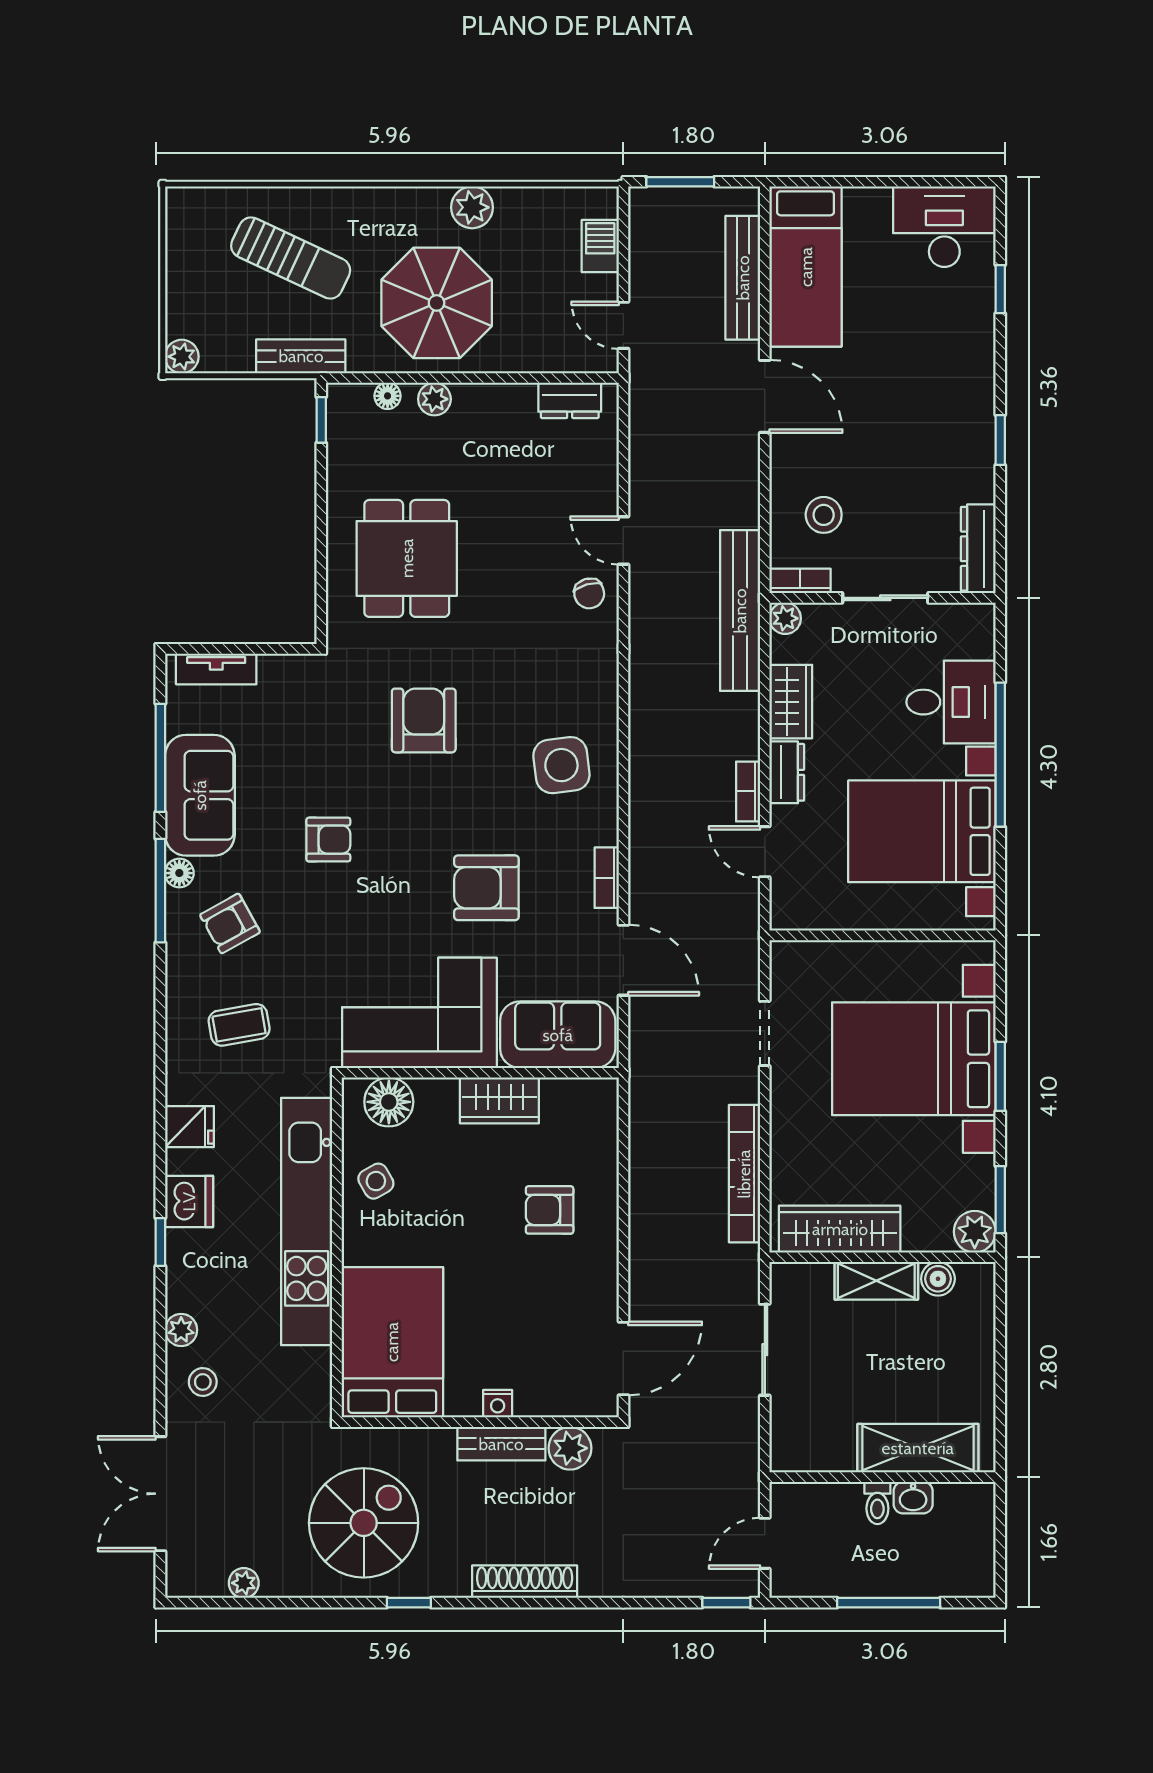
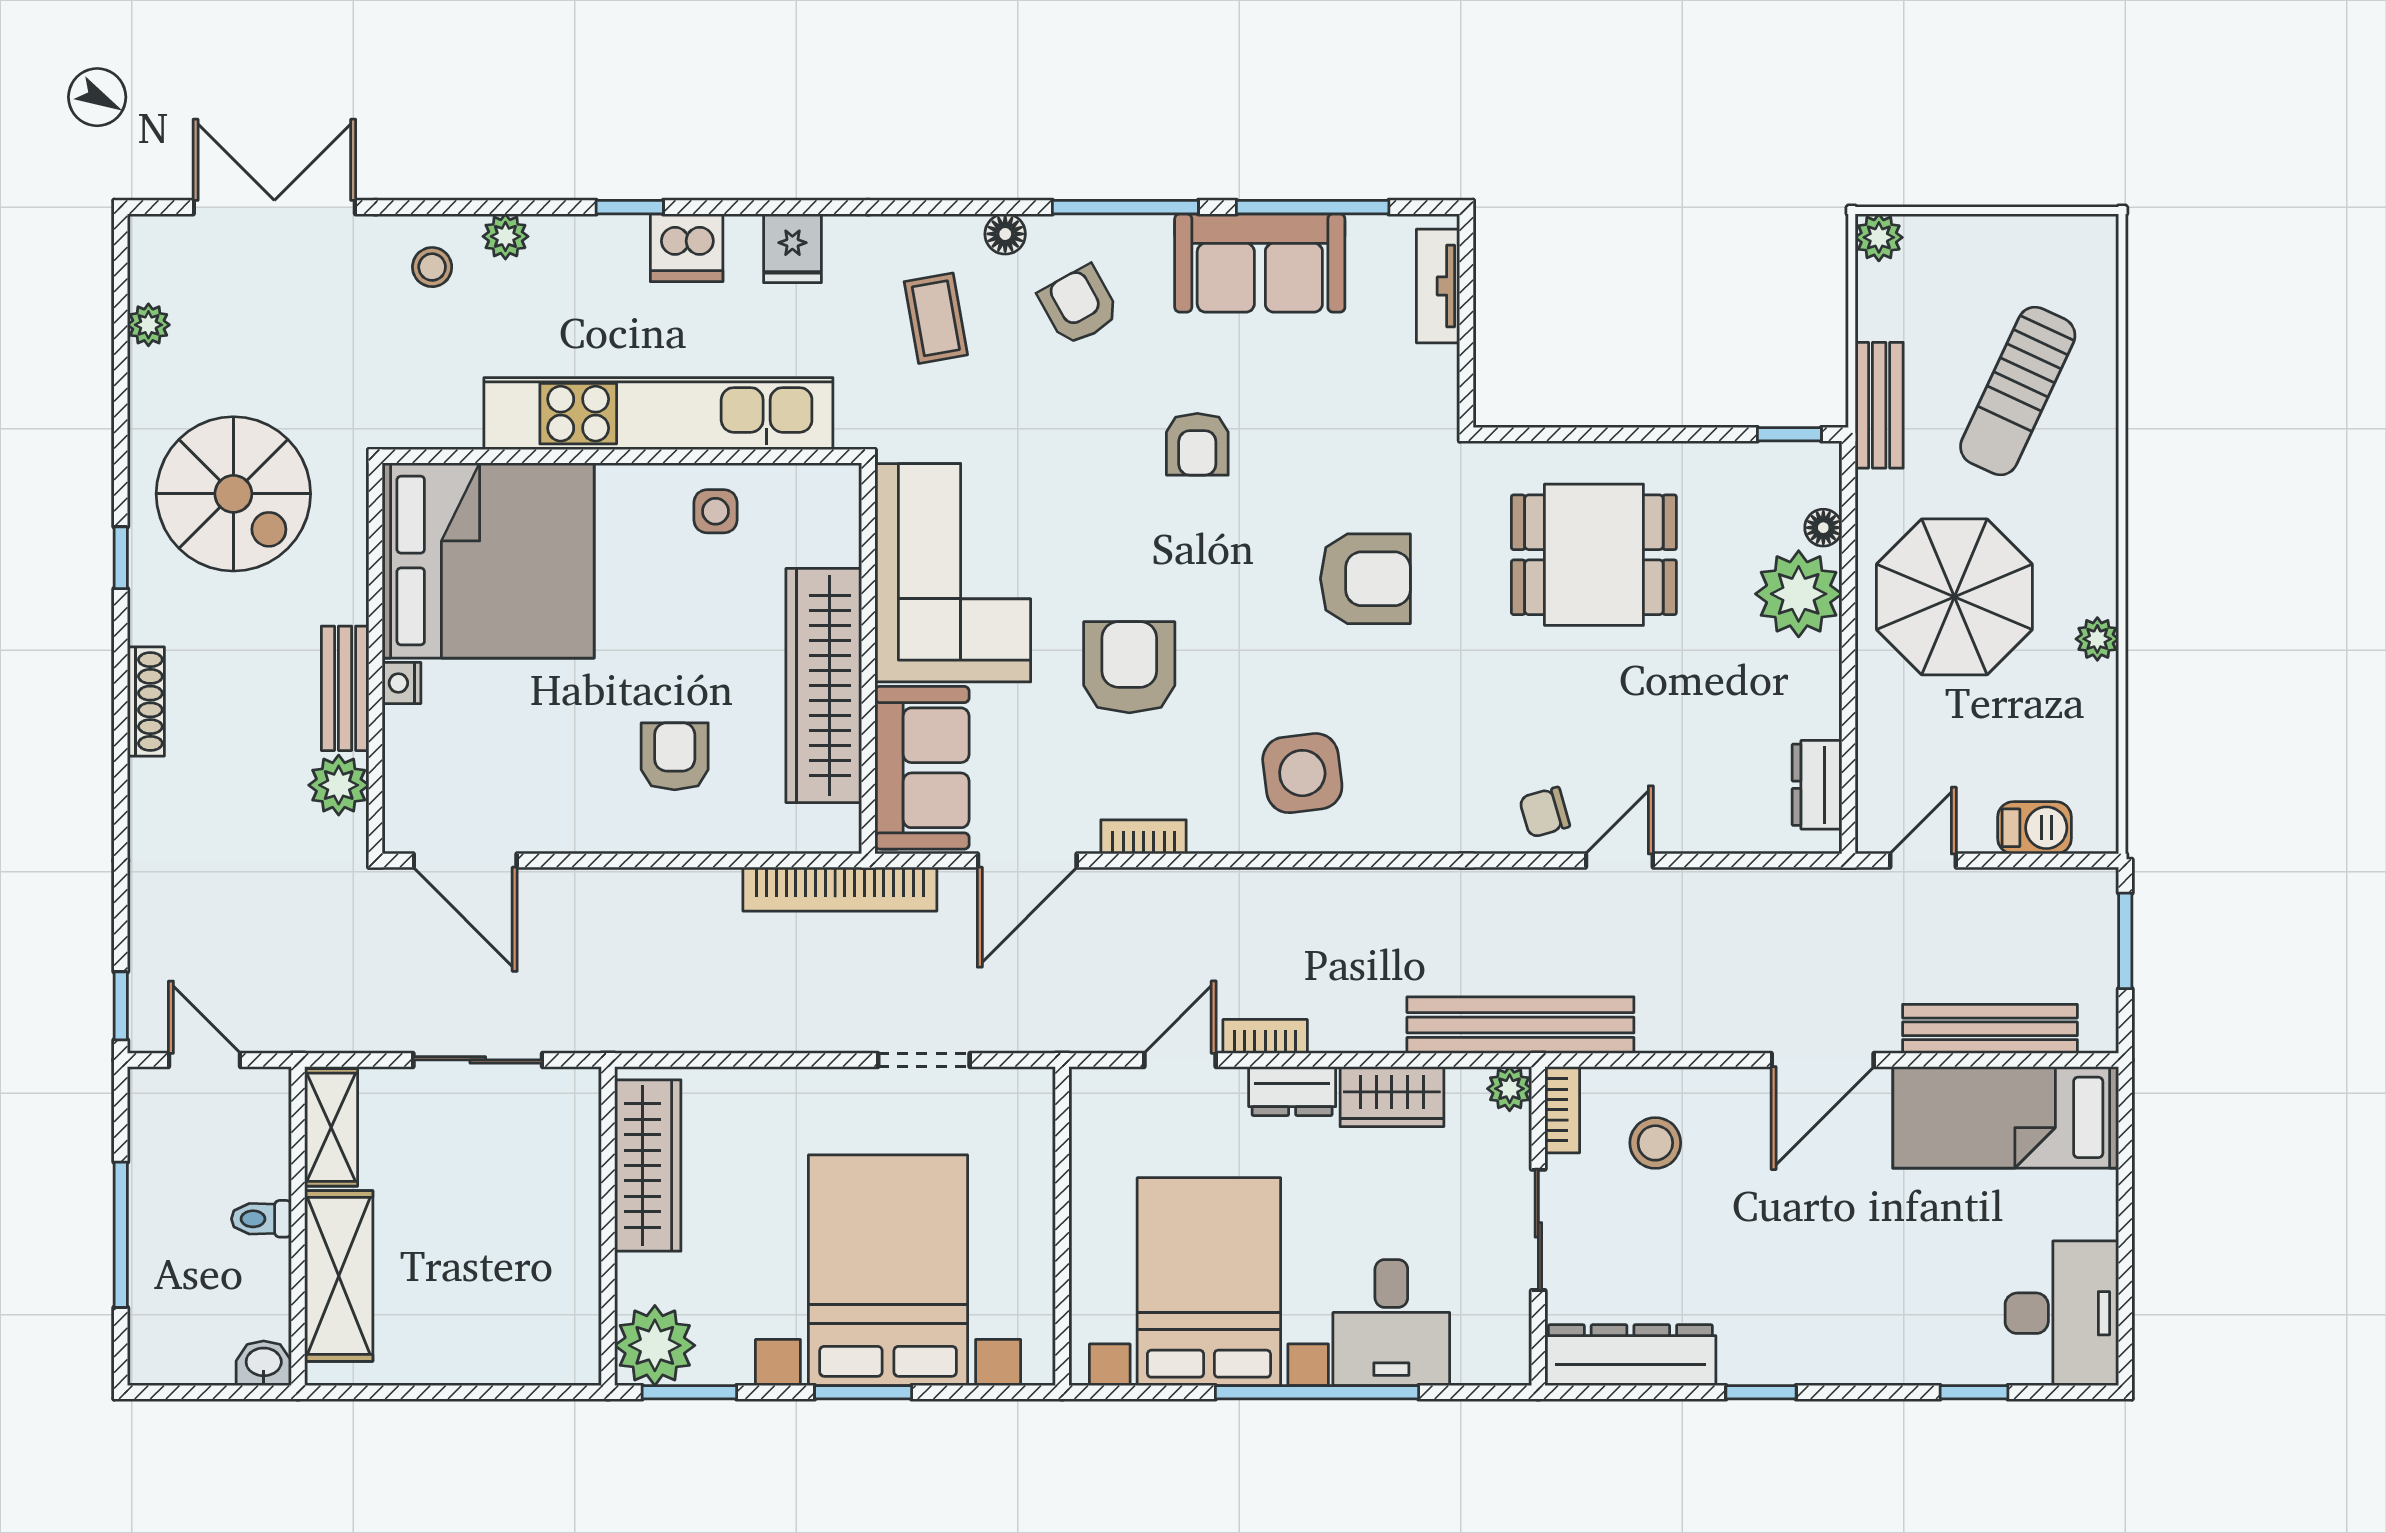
plant: (472, 207) -> (2097, 639), width x0.73, depth x0.73
plant: (434, 399) -> (1799, 594), width x1.87, depth x1.87
dresser: (978, 549) -> (1630, 1355), width x1.37, depth x1.24
floor lamp: (179, 873) -> (1005, 234), moved
wardrobe: (499, 1100) -> (824, 685), width x2.10, depth x1.17
floor lamp: (389, 1102) -> (827, 529), removed
bookcase: (744, 1174) -> (840, 889), moved, turned 180
side table: (376, 1181) -> (715, 511), turned 30
plant: (975, 1232) -> (655, 1345), width x1.36, depth x1.36
boiler: (938, 1279) -> (578, 1304), removed
shelving: (876, 1281) -> (331, 1127), moved
bed: (392, 1342) -> (488, 560), width x1.36
washbasin: (913, 1498) -> (264, 1363), moved, turned 90
shoe rack: (525, 1582) -> (146, 701), width x0.74, depth x0.81

